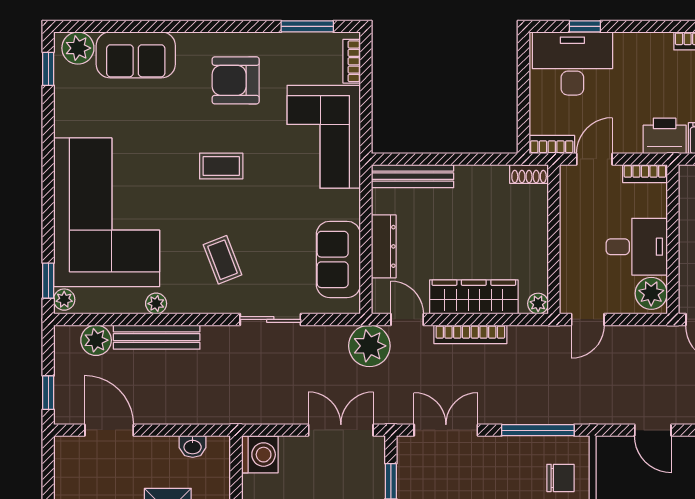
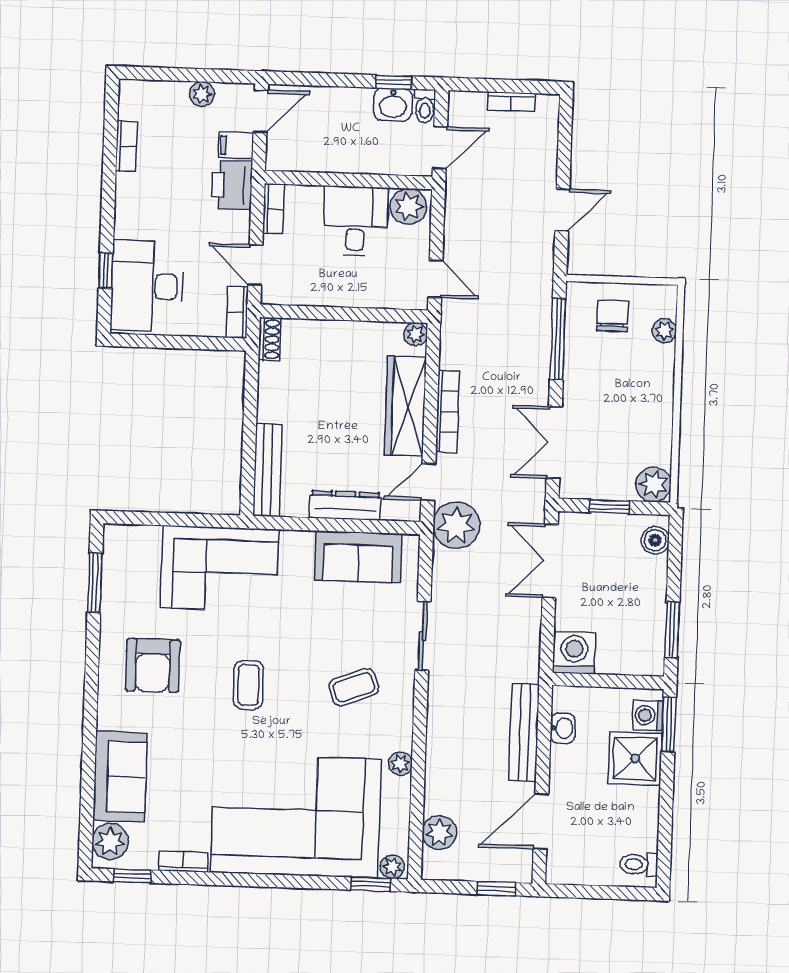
bookcase: (352, 61) -> (184, 862), moved, turned 180
bench: (157, 337) -> (524, 732), moved

